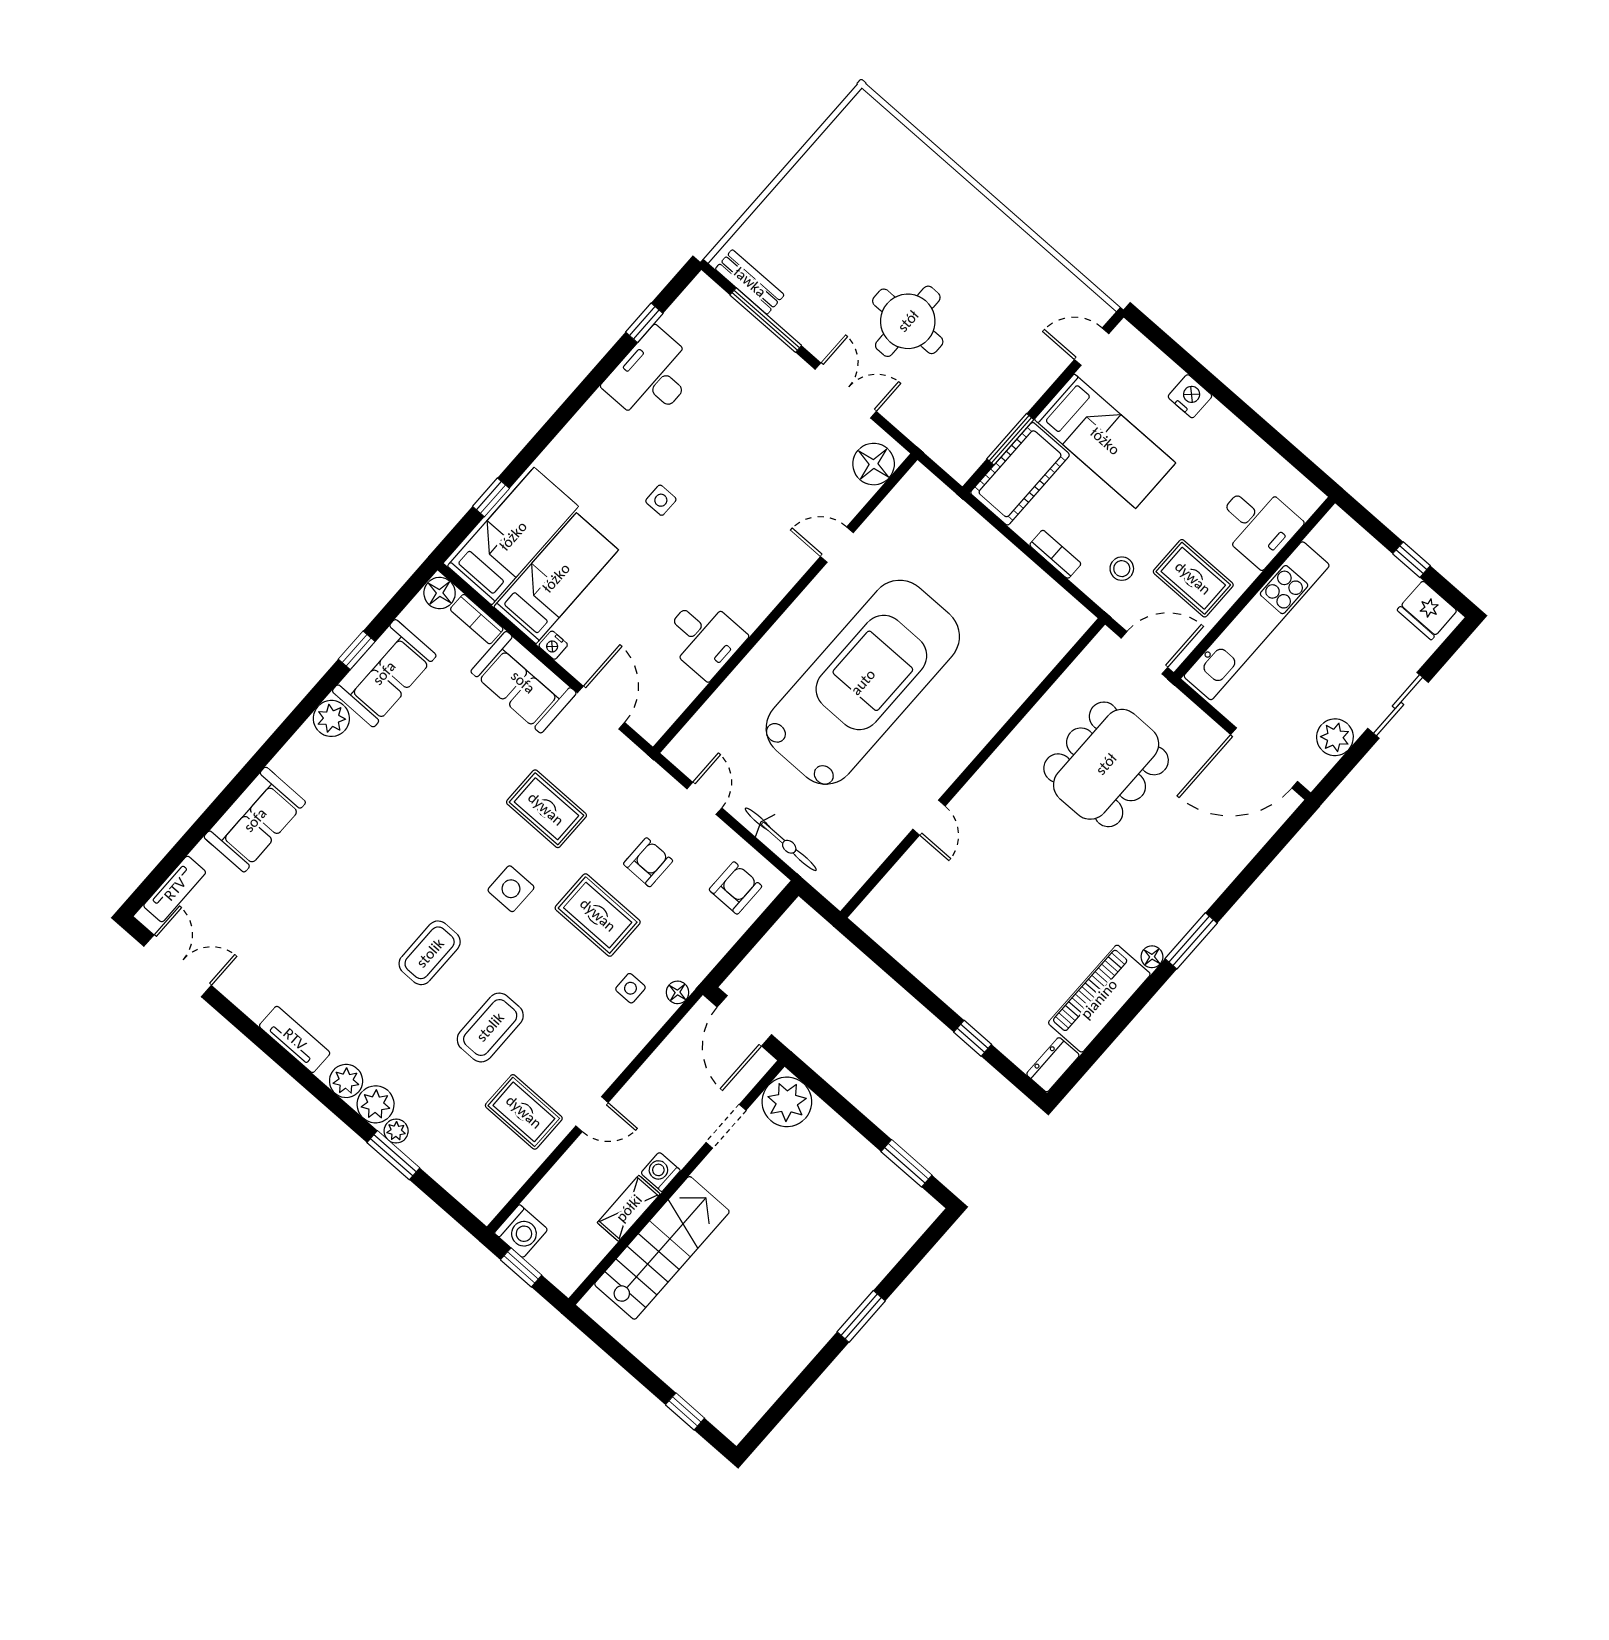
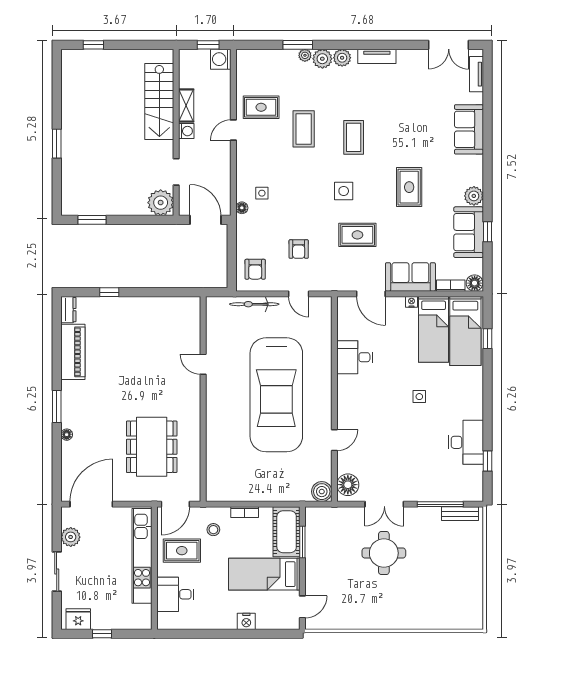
boiler: (919, 487) -> (322, 492), added
rug: (598, 915) -> (409, 187), moved, turned 90
floor lamp: (1152, 957) -> (67, 435), moved

